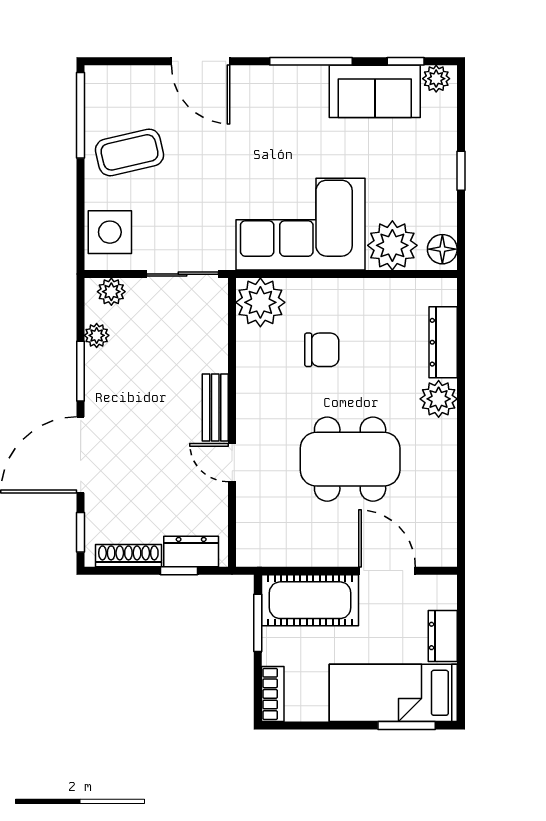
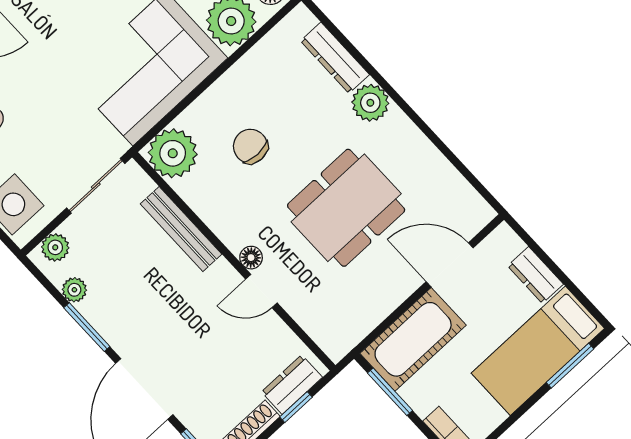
chair: (322, 350) -> (250, 146), turned -90
bench: (215, 407) -> (181, 229), moved, width x1.36
floor lamp: (247, 431) -> (251, 258), added

